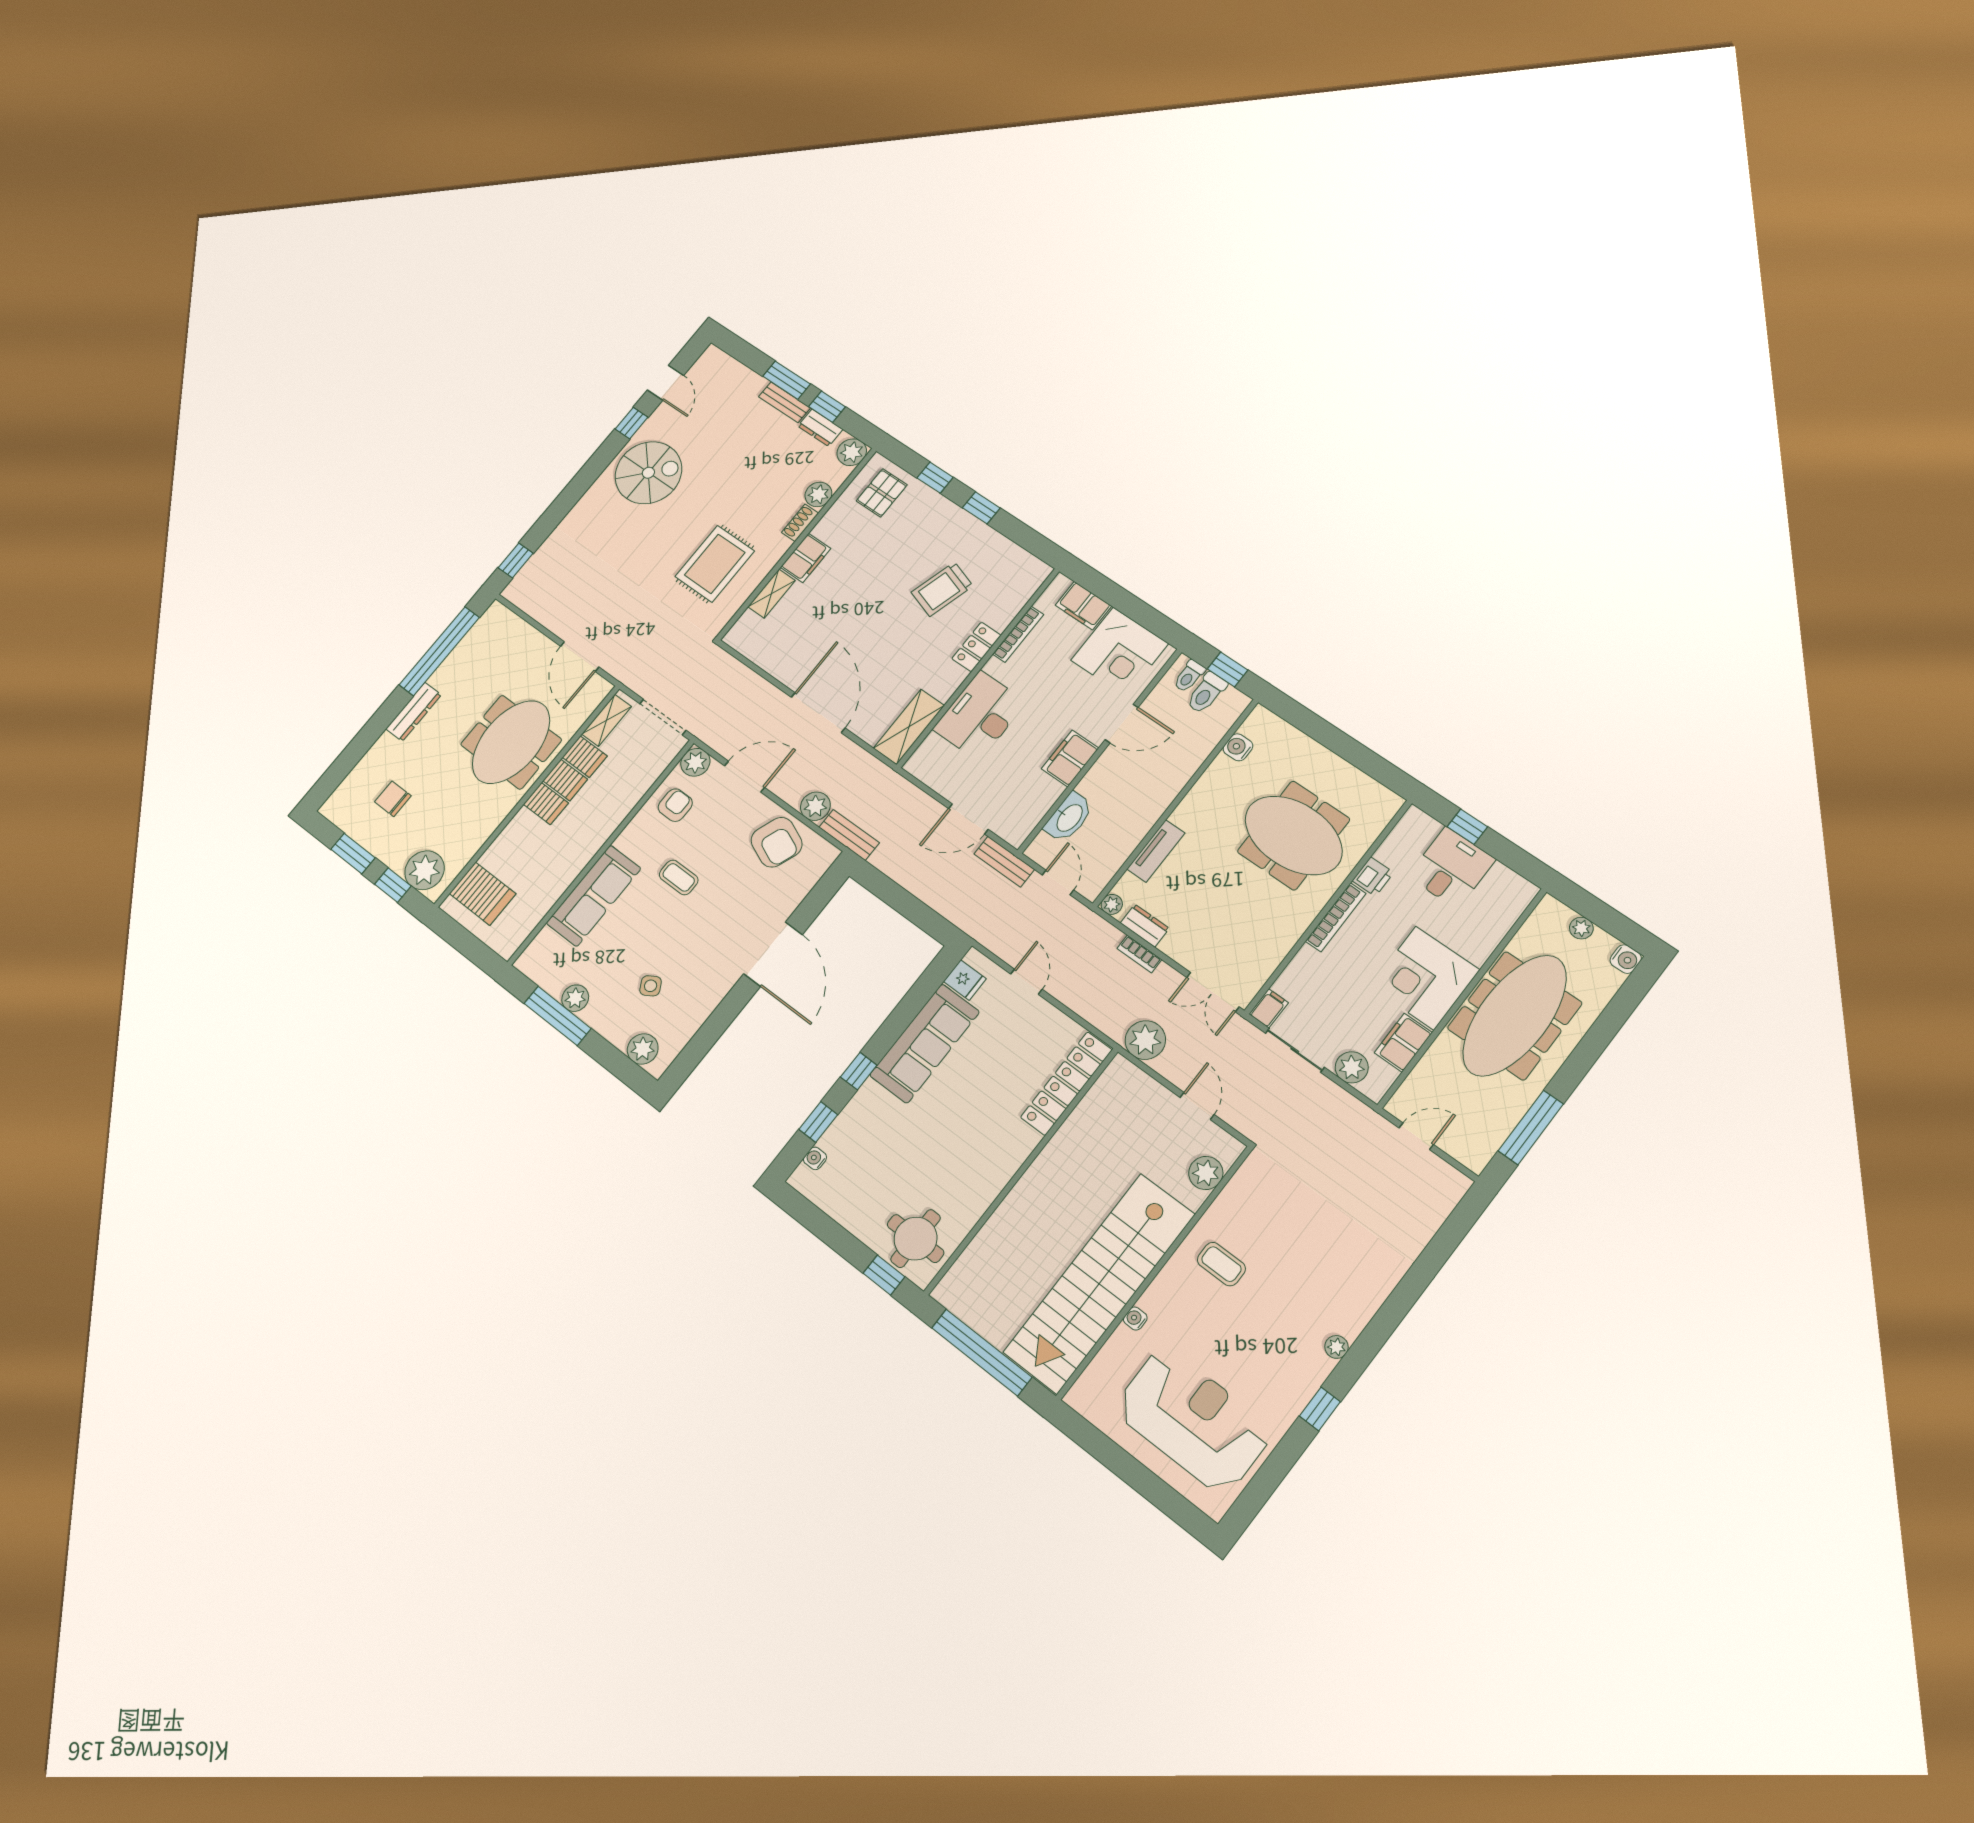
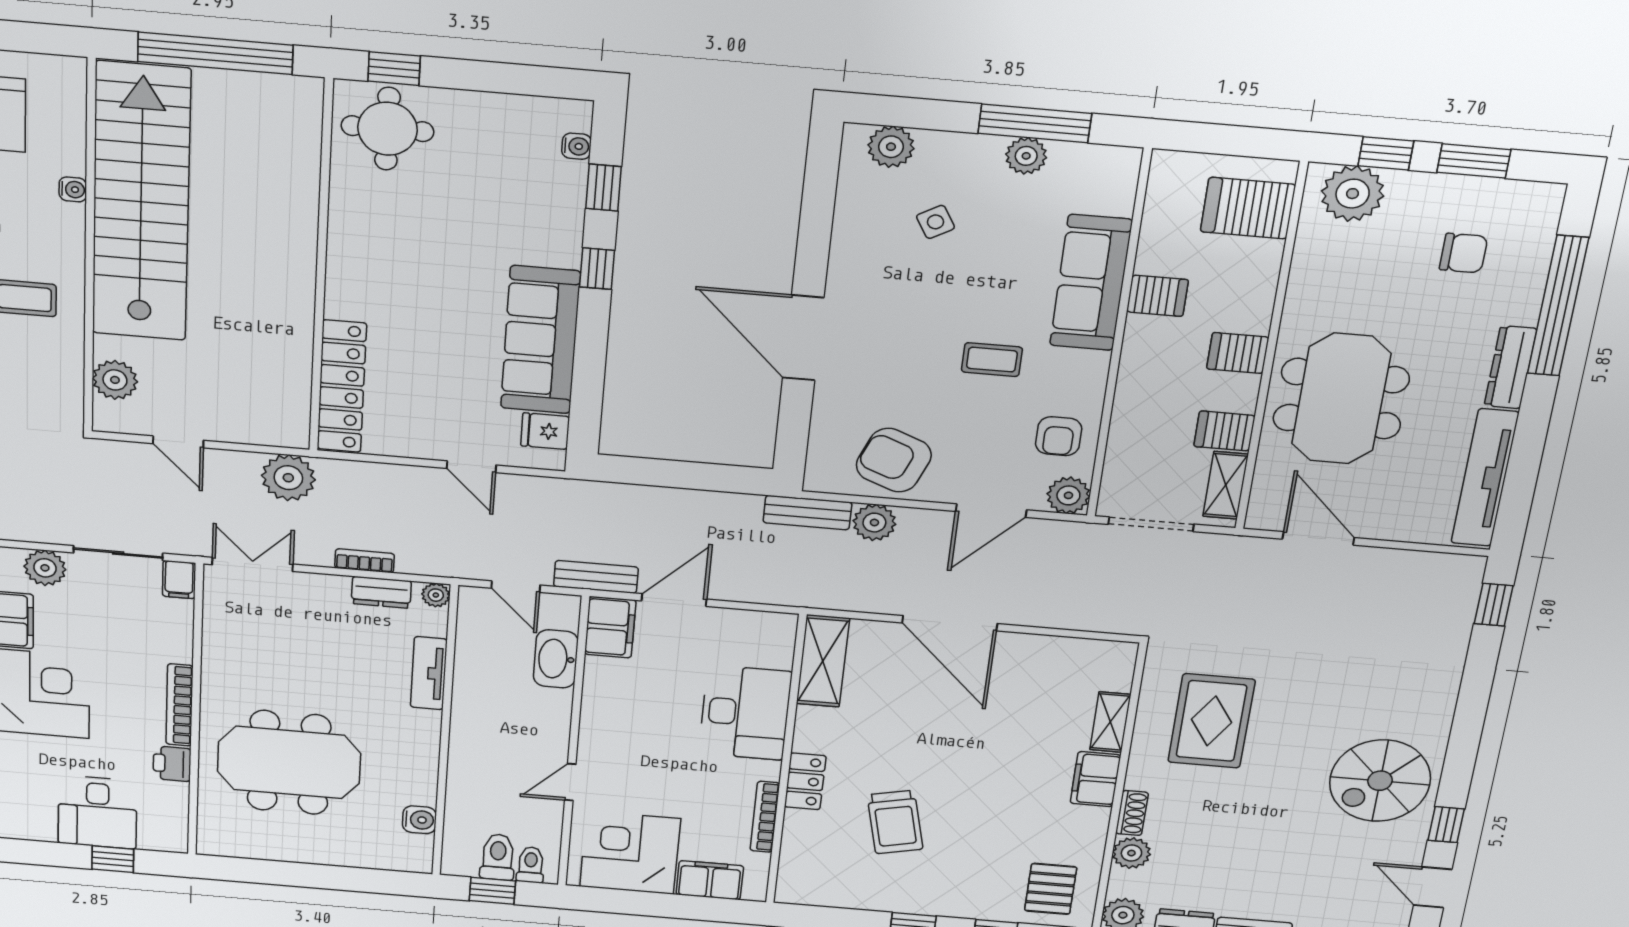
trolley: (942, 589) -> (895, 822), turned 150
tv unit: (469, 647) -> (1485, 478), added
window: (439, 651) -> (1558, 306), moved
door: (1122, 724) -> (570, 782), width x0.73
filing cabinet: (1070, 758) -> (610, 627), moved
server rack: (565, 780) -> (1157, 296), moved, turned 180

